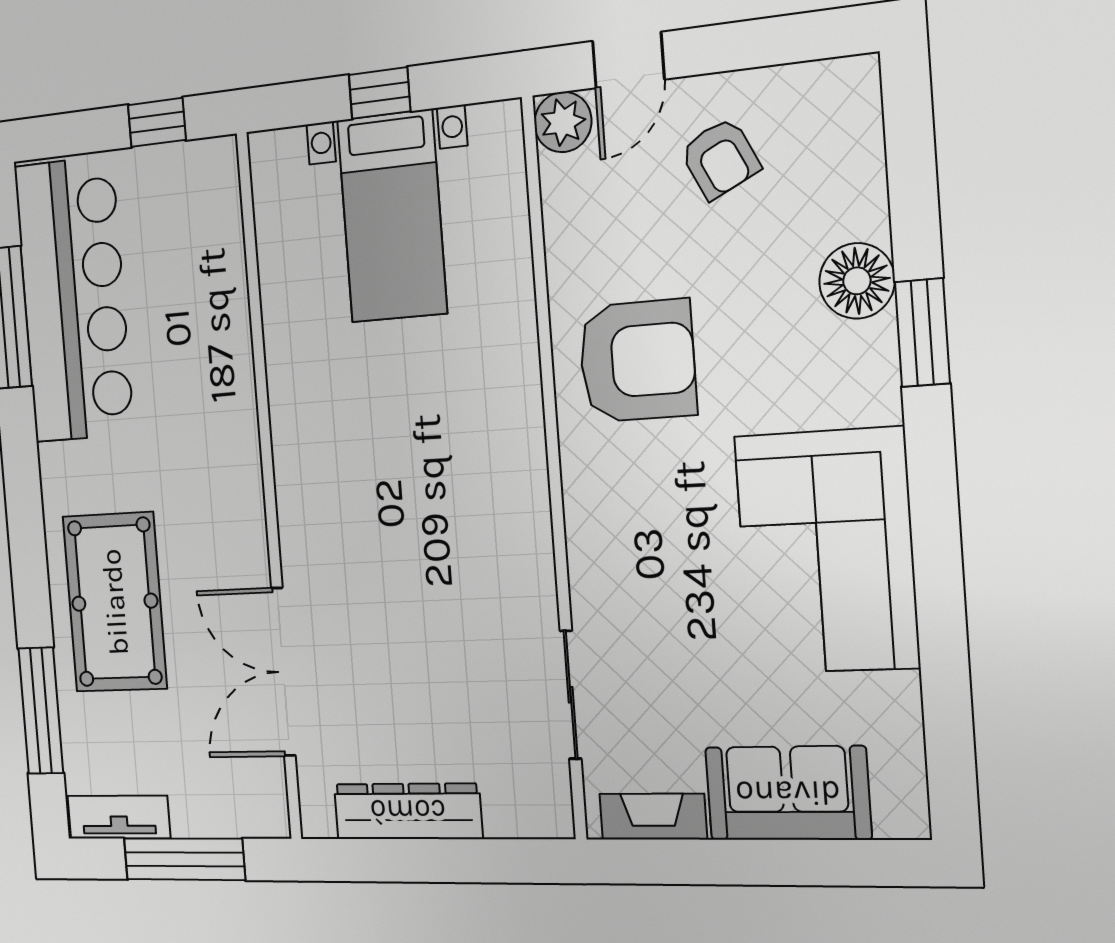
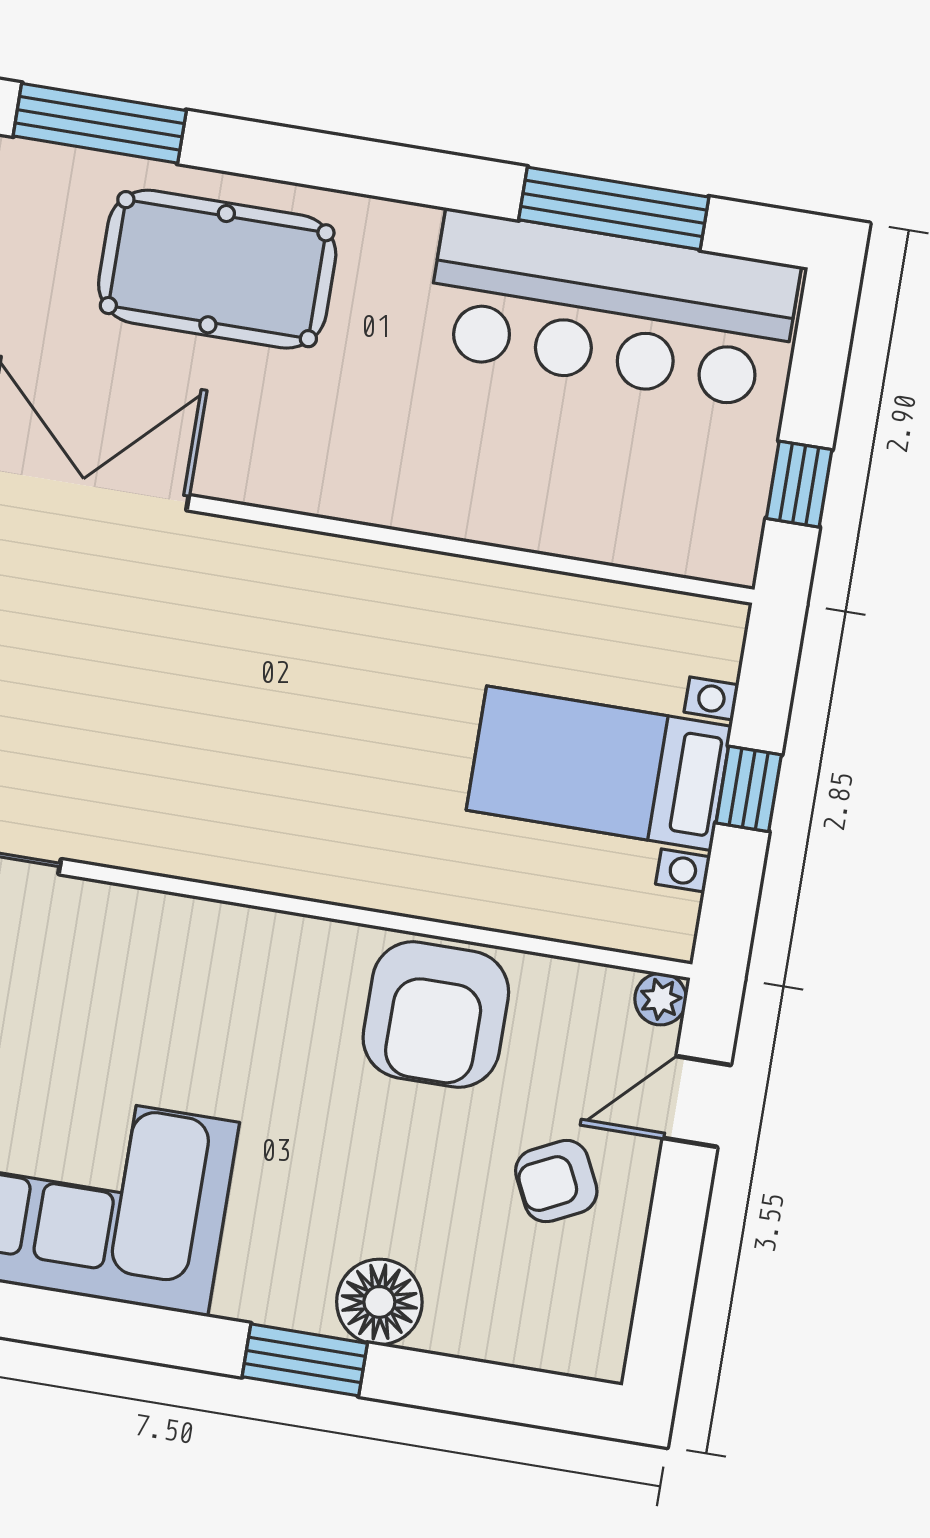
door: (628, 60) -> (697, 1102), hinge flipped
plant: (563, 122) -> (661, 999), width x0.73, depth x0.73
armchair: (637, 361) -> (436, 1015), moved

